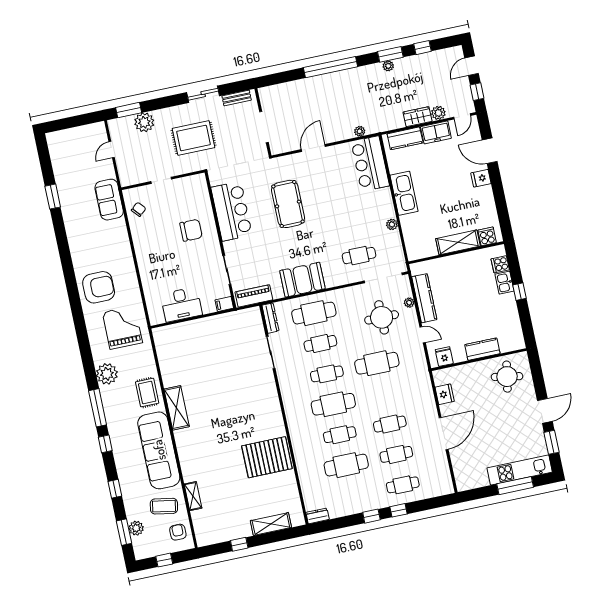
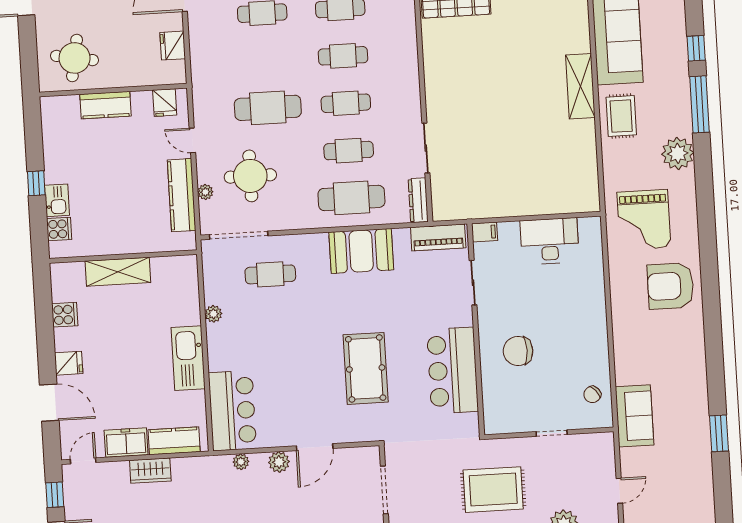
plant: (438, 113) -> (279, 462), moved
cooker: (487, 236) -> (65, 315), moved, turned -90
cafe table: (333, 404) -> (343, 56), width x0.73, depth x0.74

